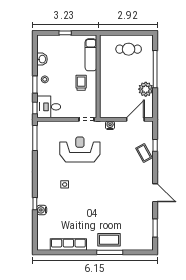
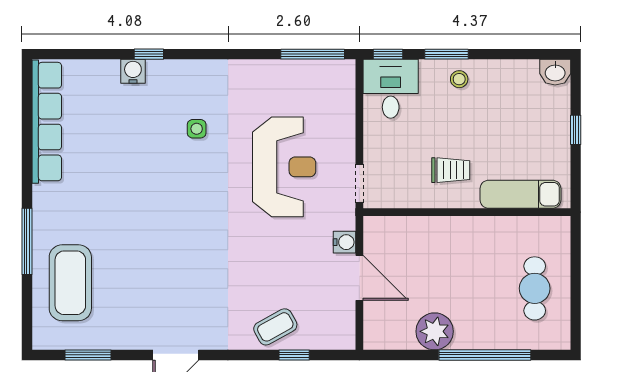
washbasin: (42, 59) -> (555, 72), moved
door: (135, 119) -> (359, 278), moved
coffee table: (109, 240) -> (70, 283), moved, width x1.36, depth x1.32
row of seats: (68, 244) -> (47, 122), width x1.36

